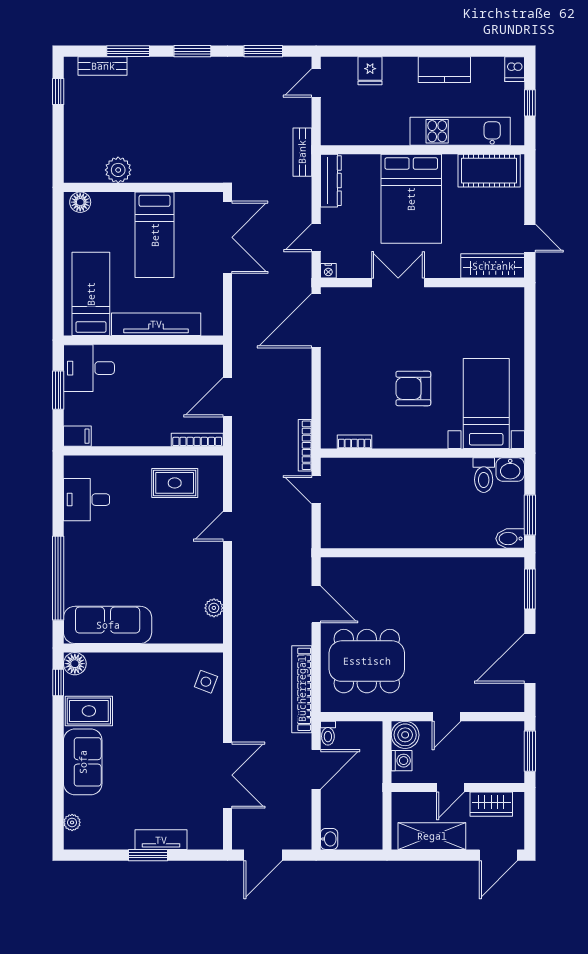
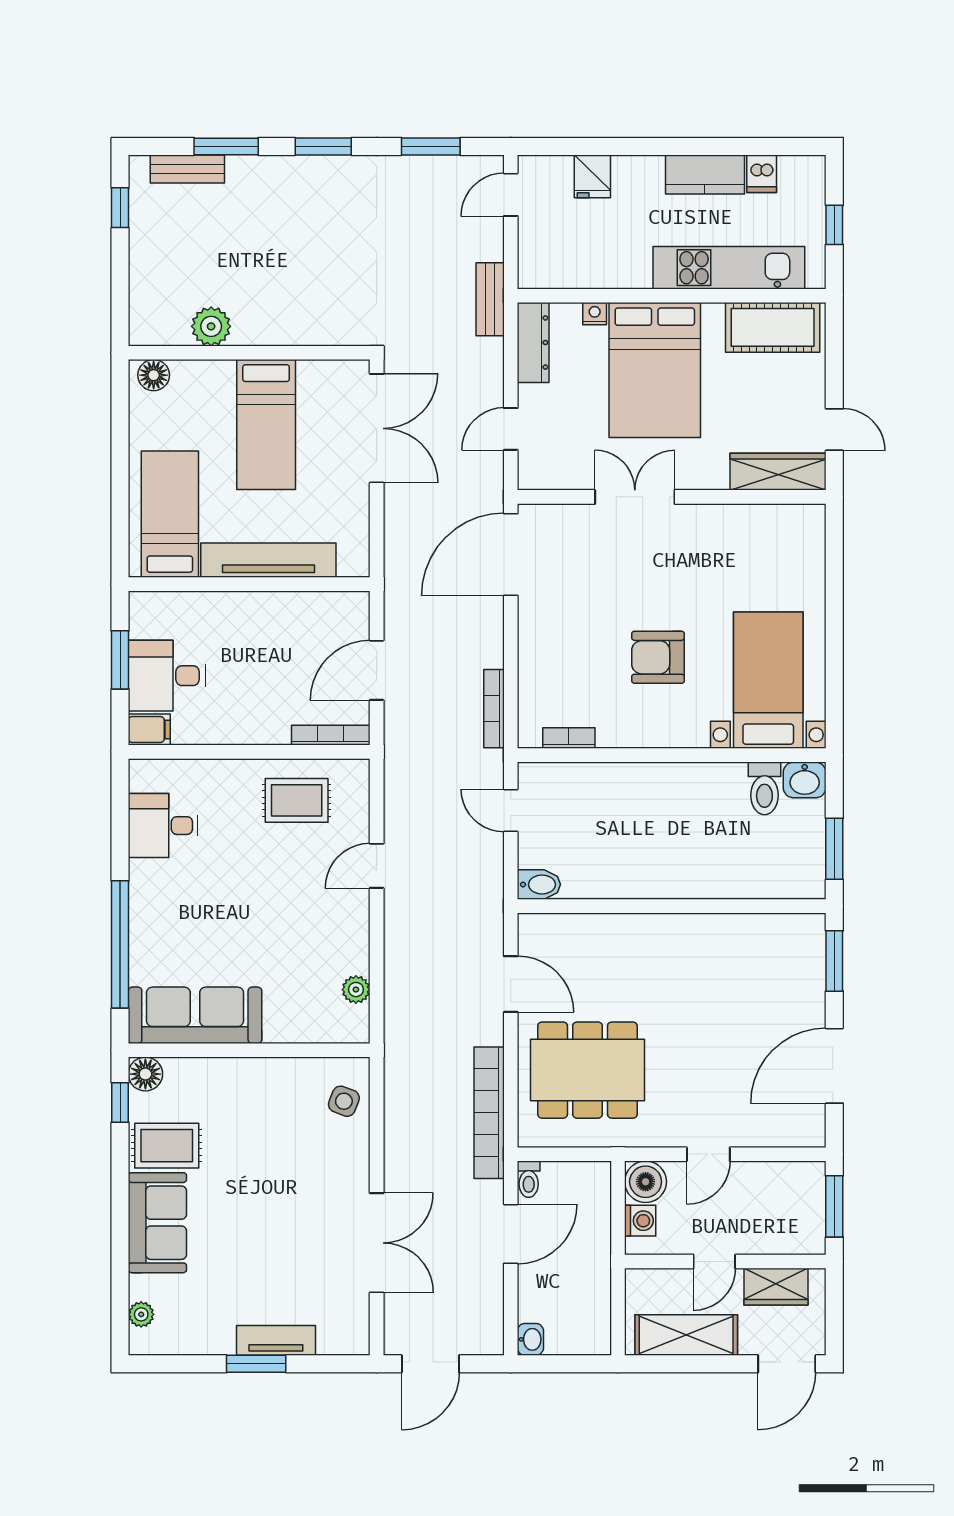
dishwasher: (515, 69) -> (762, 174), moved
nightstand: (328, 271) -> (595, 314), moved, turned 180
desk: (89, 368) -> (167, 676), moved
bookcase: (305, 445) -> (494, 709), moved
bidet: (510, 539) -> (539, 884), moved, turned 180

